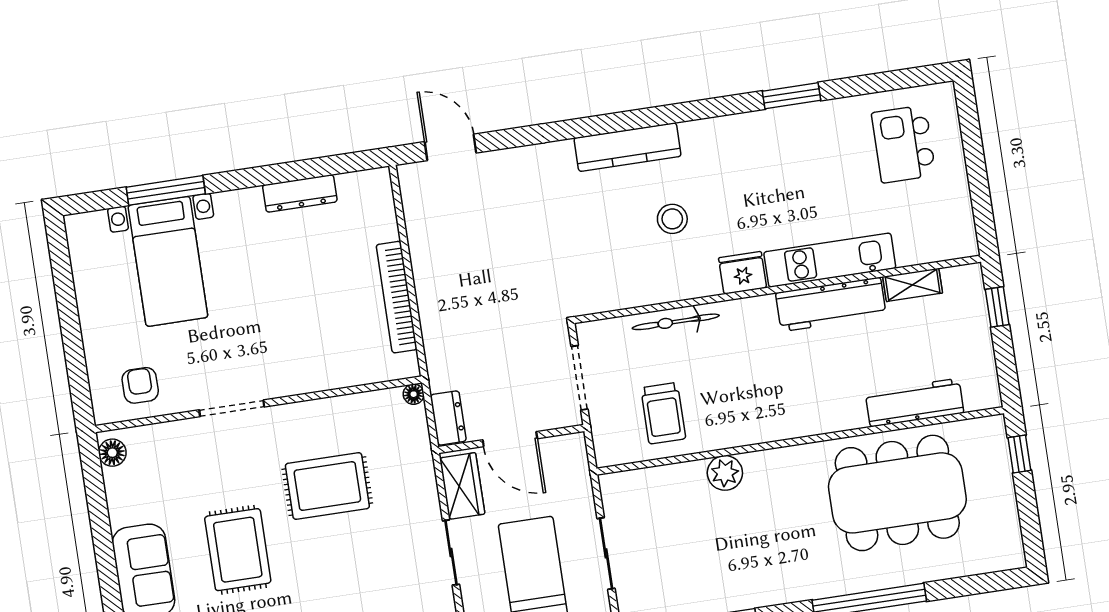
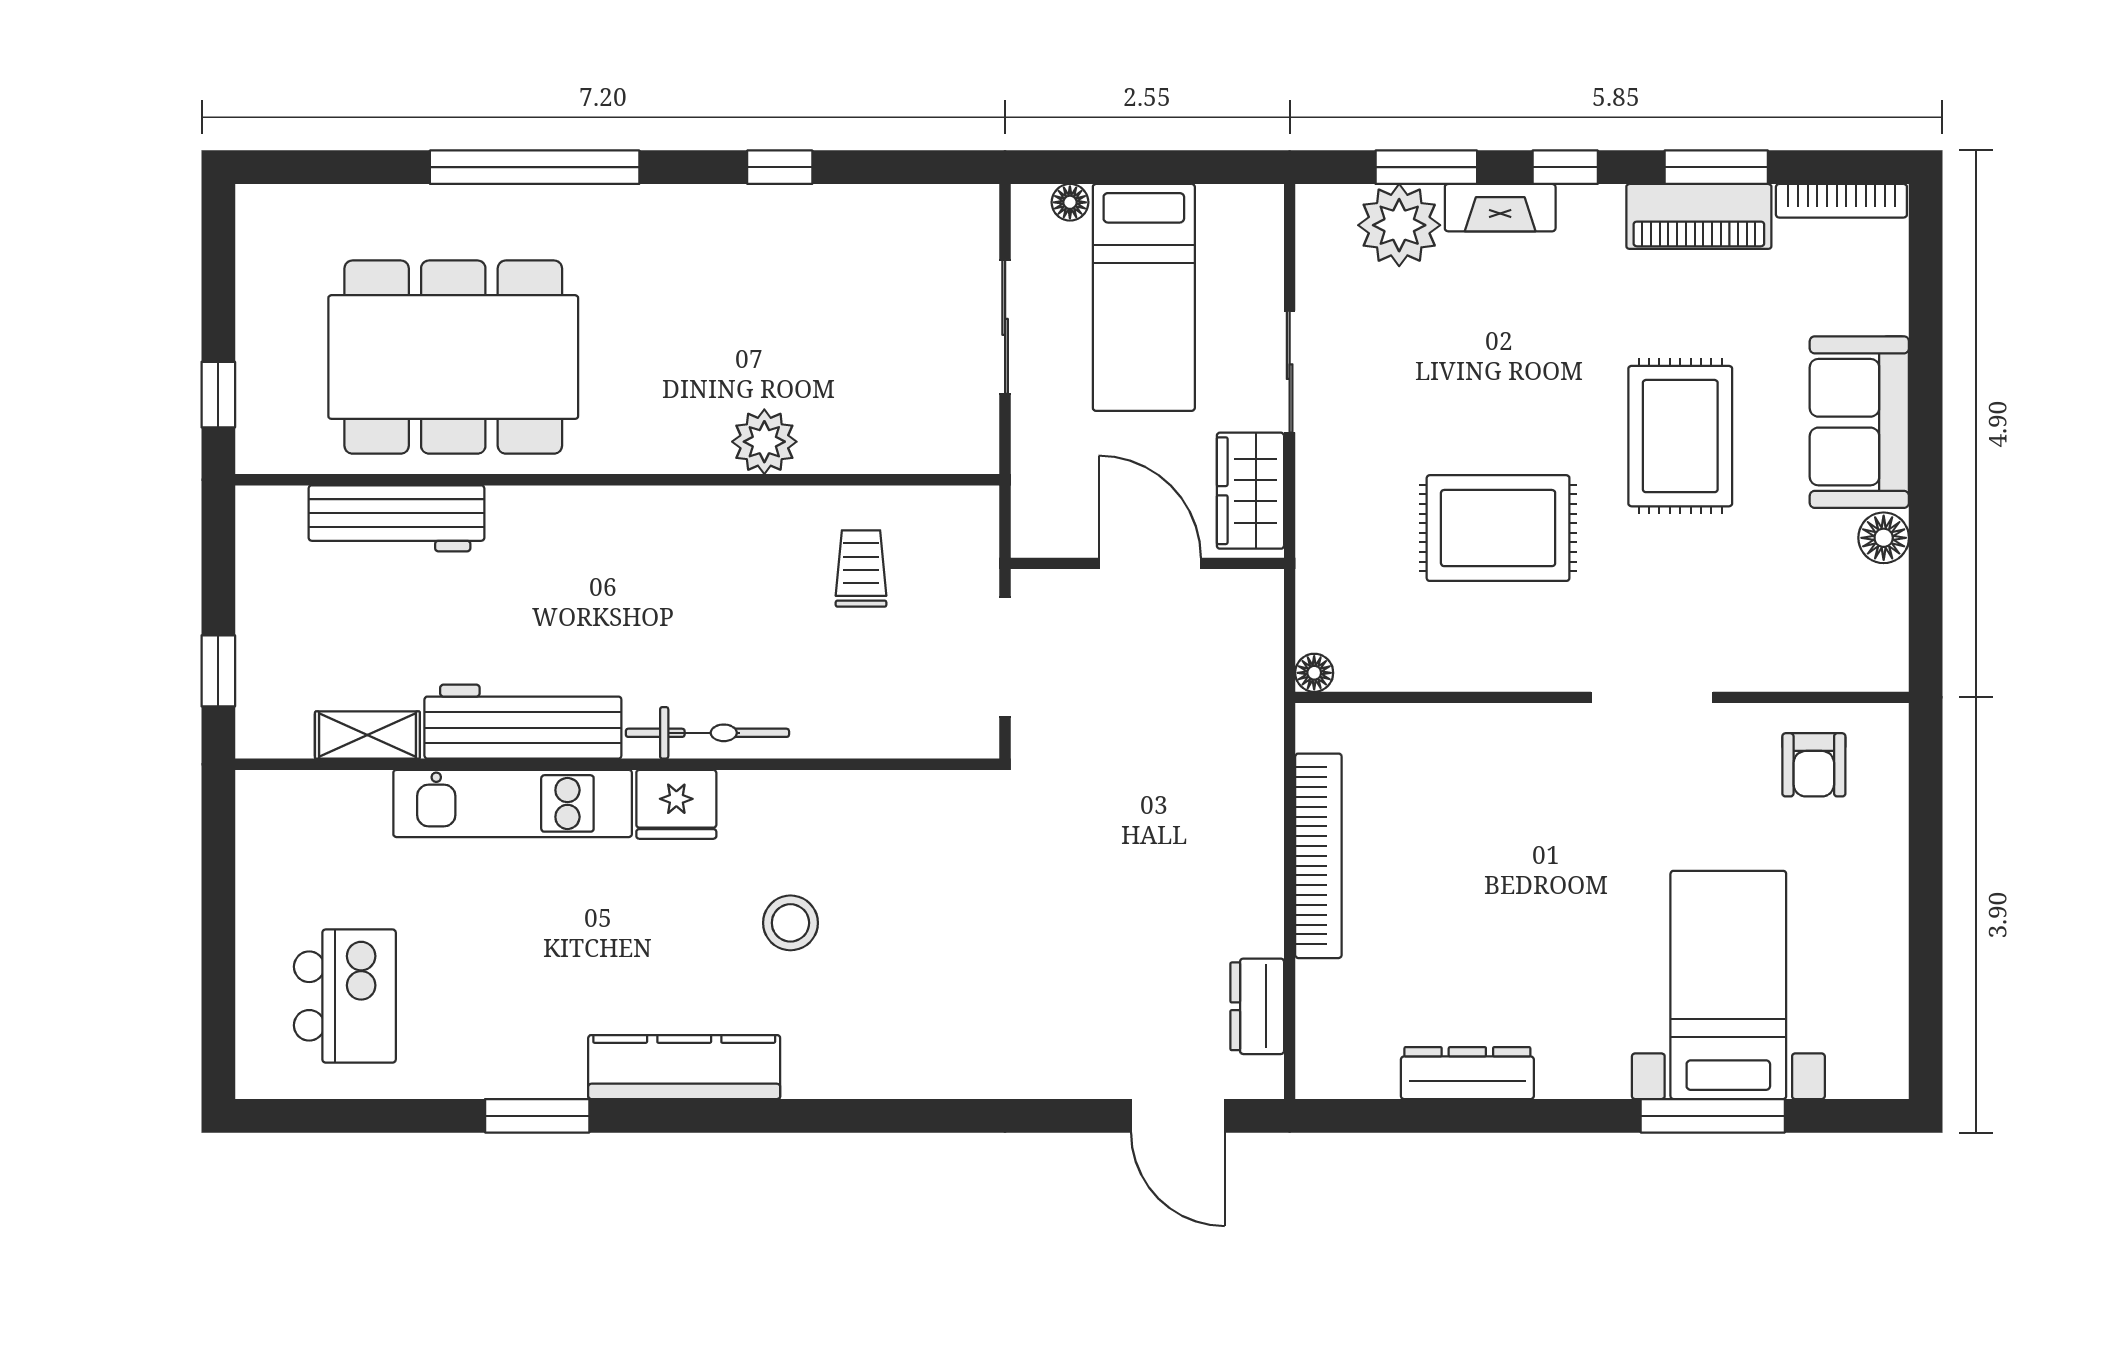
kitchen counter: (628, 147) -> (684, 1067), moved
bicycle: (676, 322) -> (707, 733), moved
trolley: (663, 413) -> (861, 568), width x0.73, depth x0.72
dresser: (448, 418) -> (1257, 1006), moved
floor lamp: (112, 453) -> (1884, 538), moved

